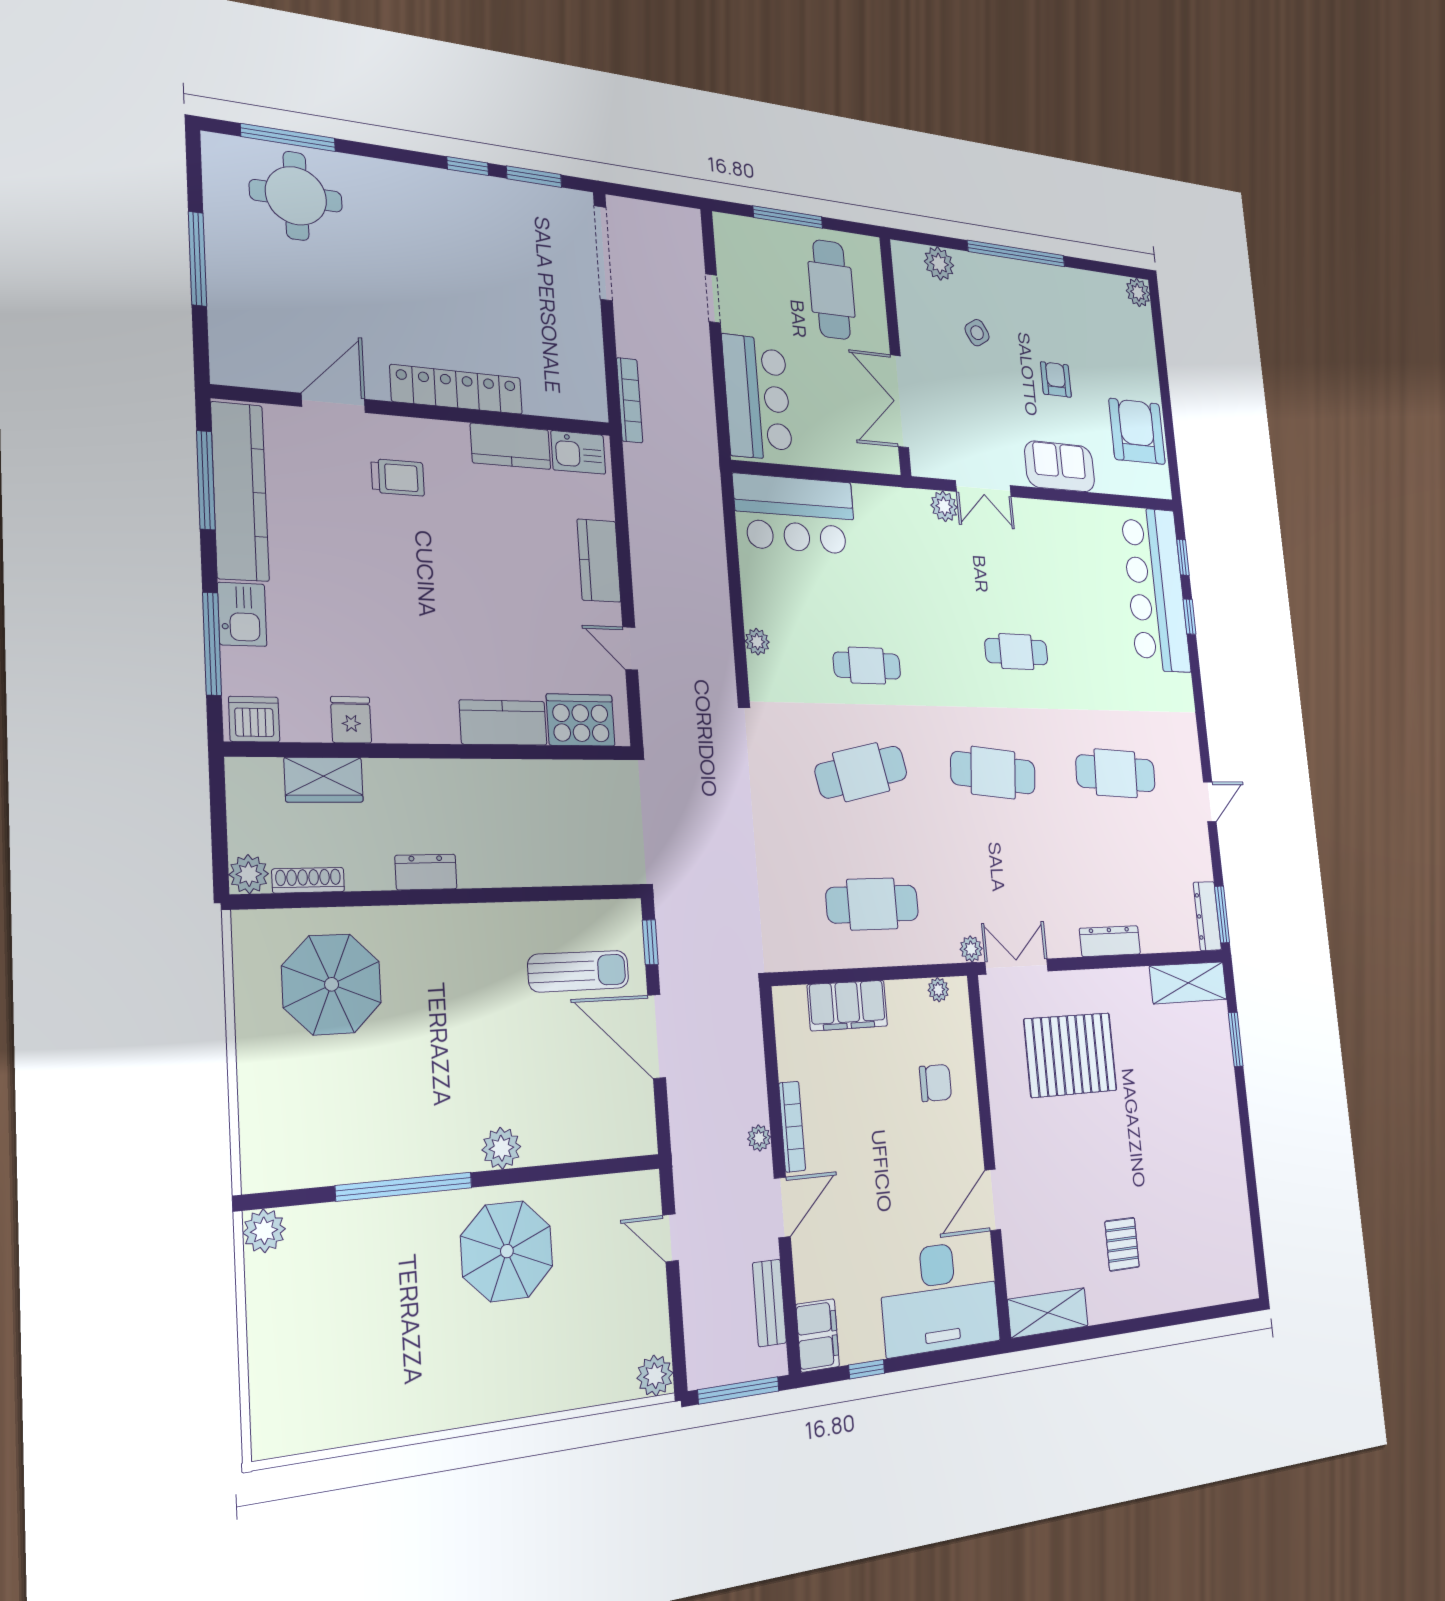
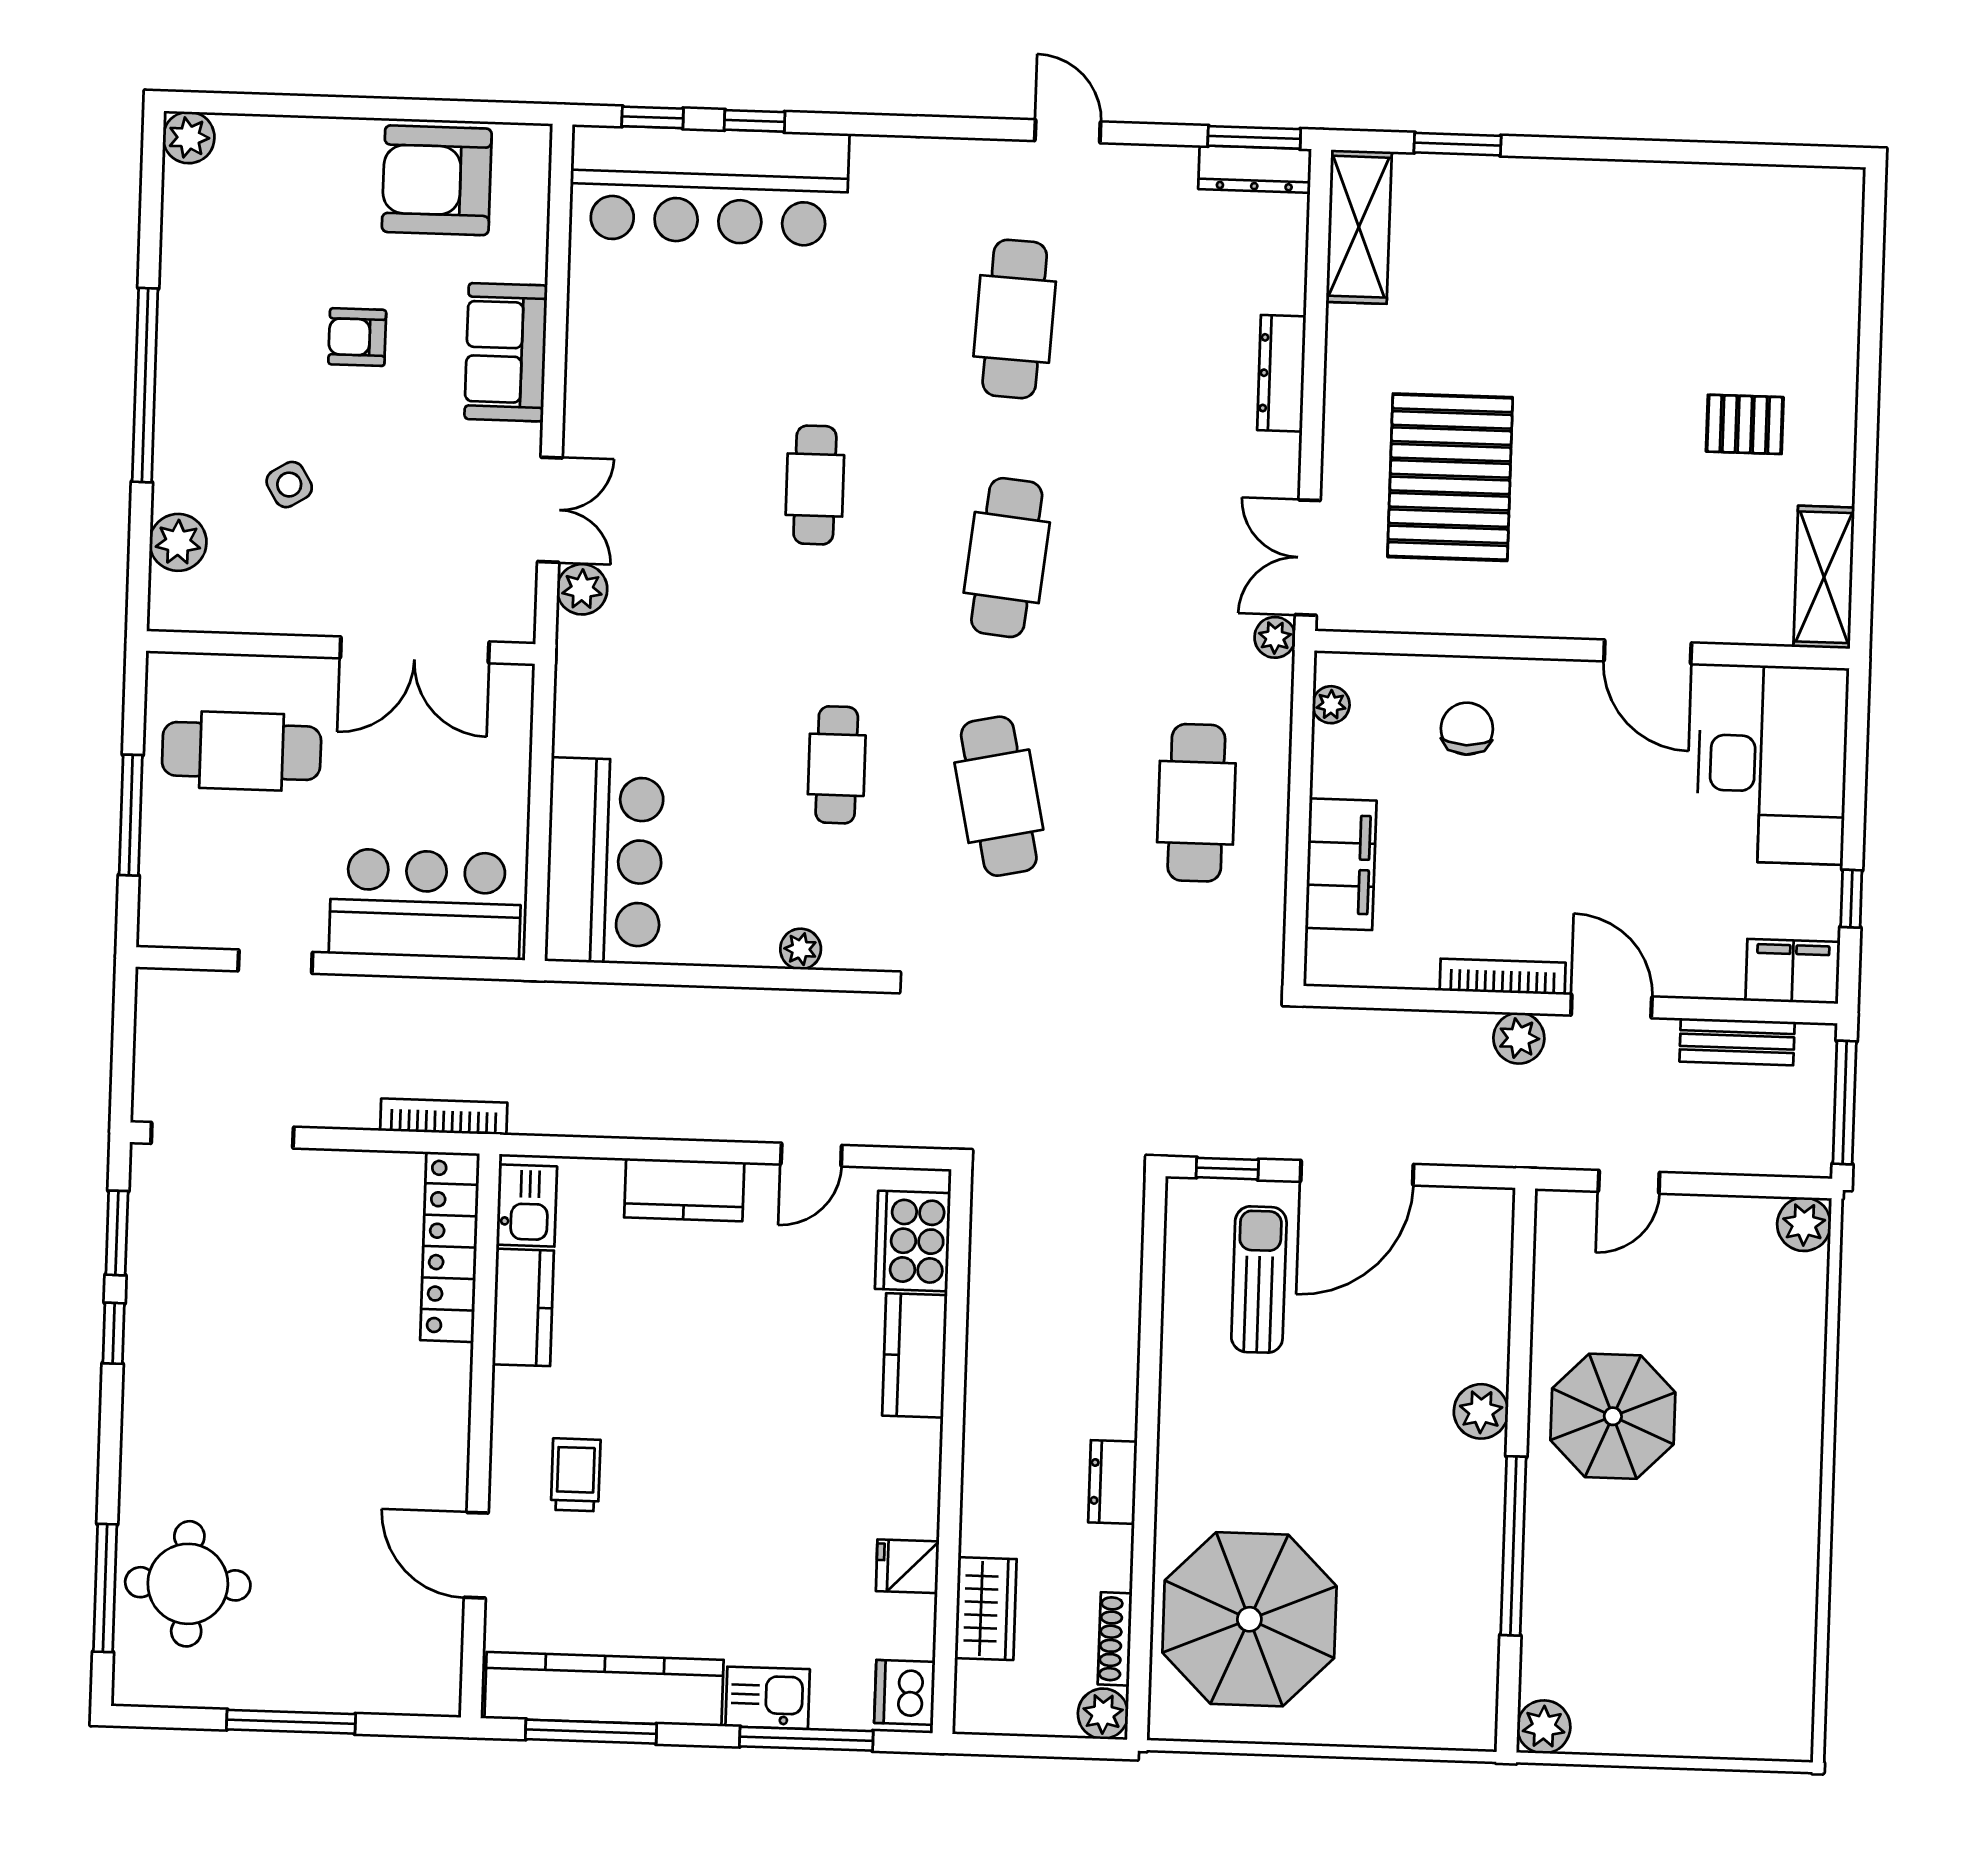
locker: (457, 390) -> (450, 1247), moved
parasol: (332, 984) -> (1249, 1619), width x1.36, depth x1.36
plant: (759, 1138) -> (1519, 1038), width x1.38, depth x1.38

